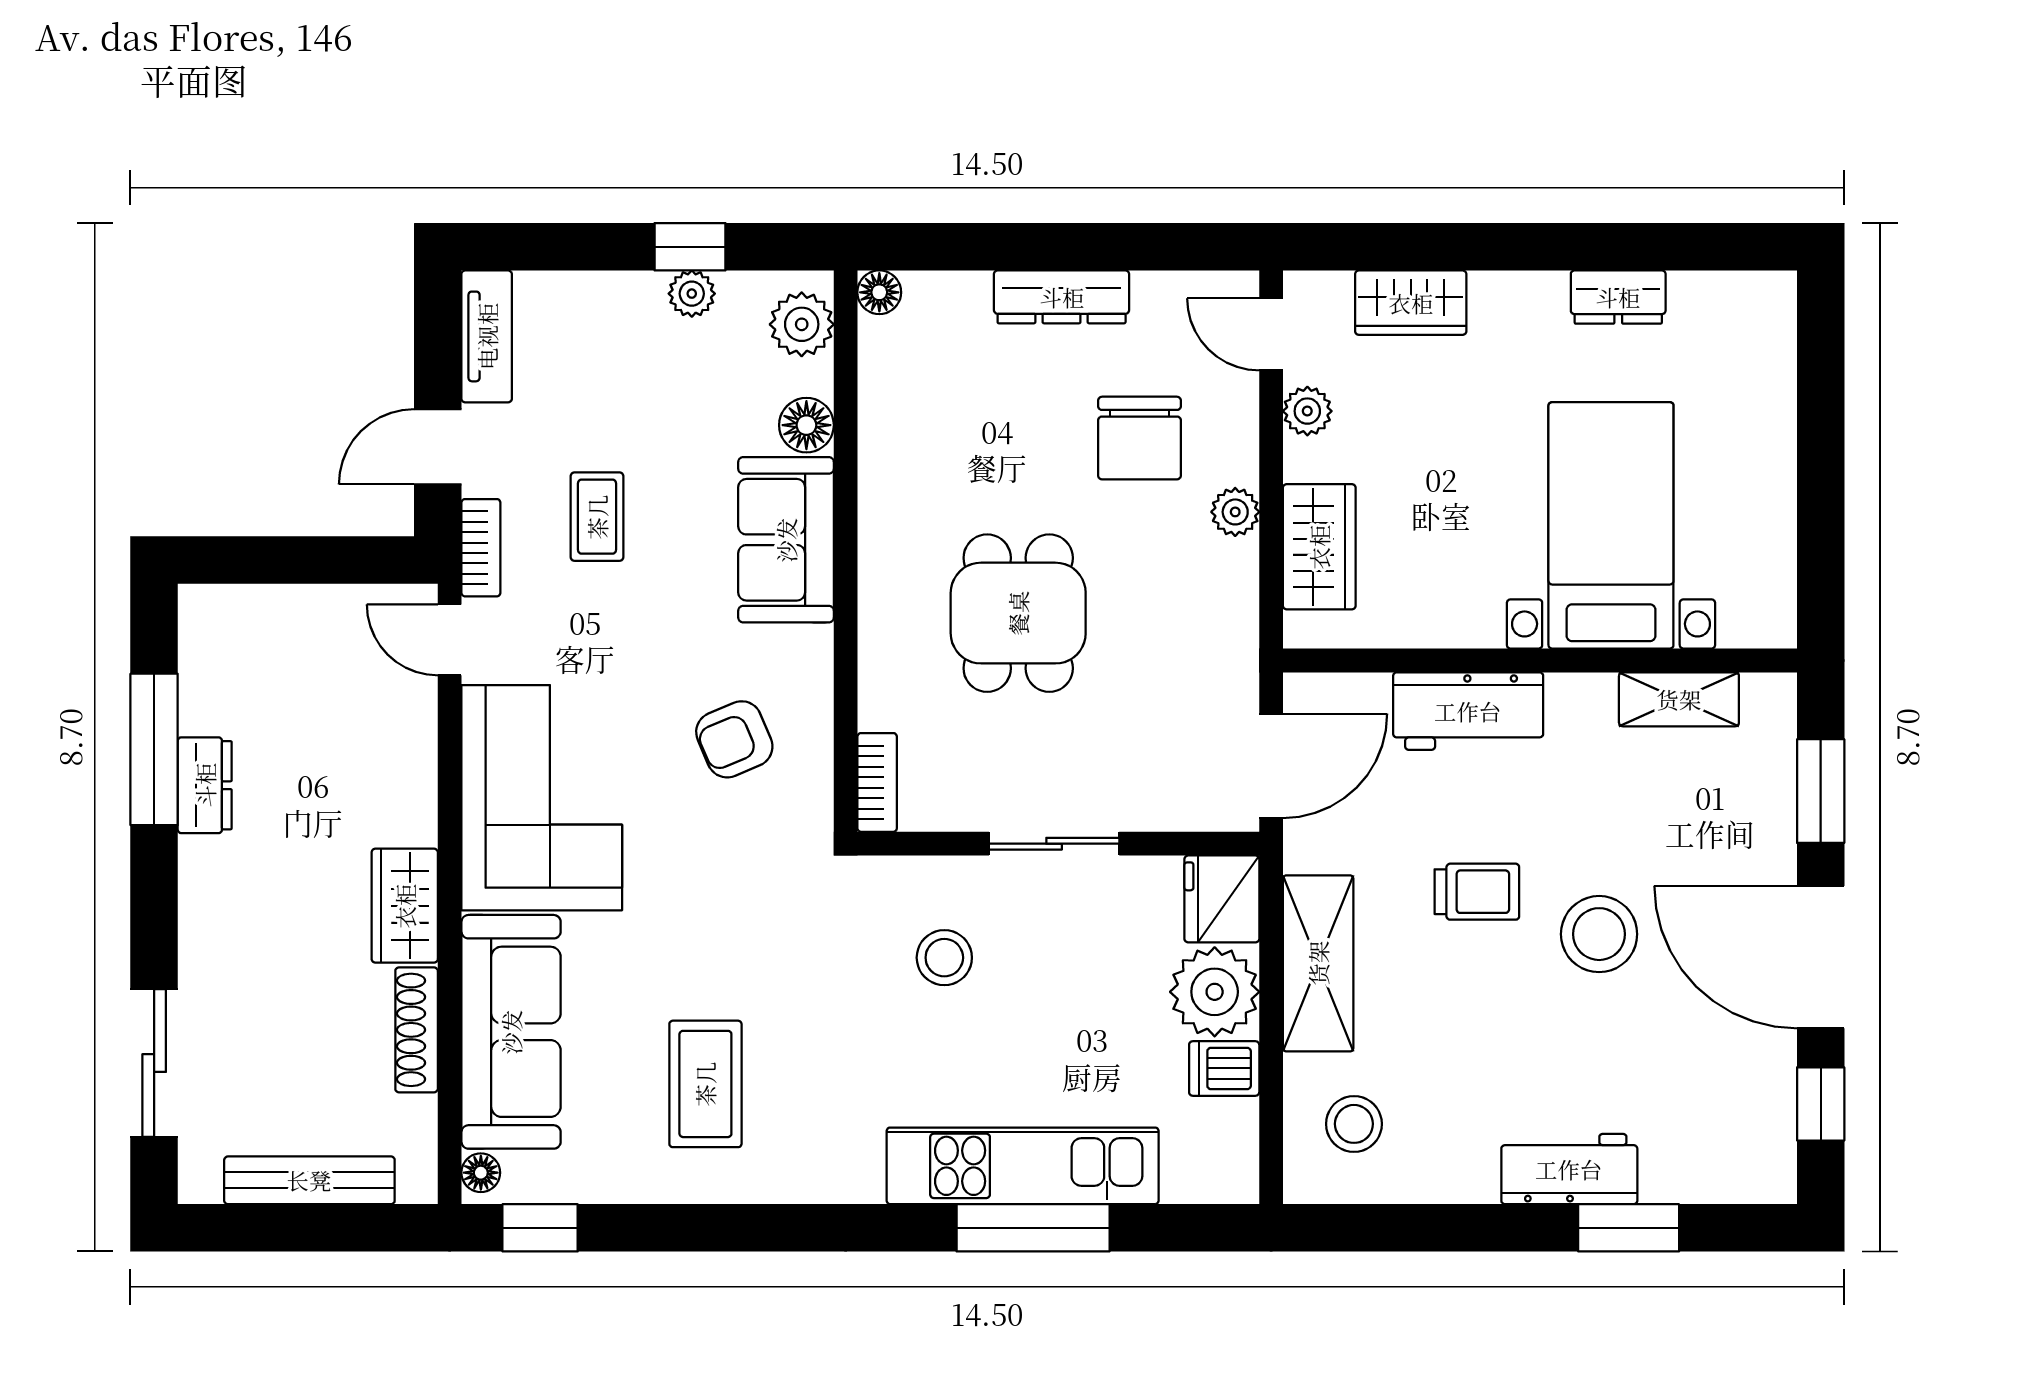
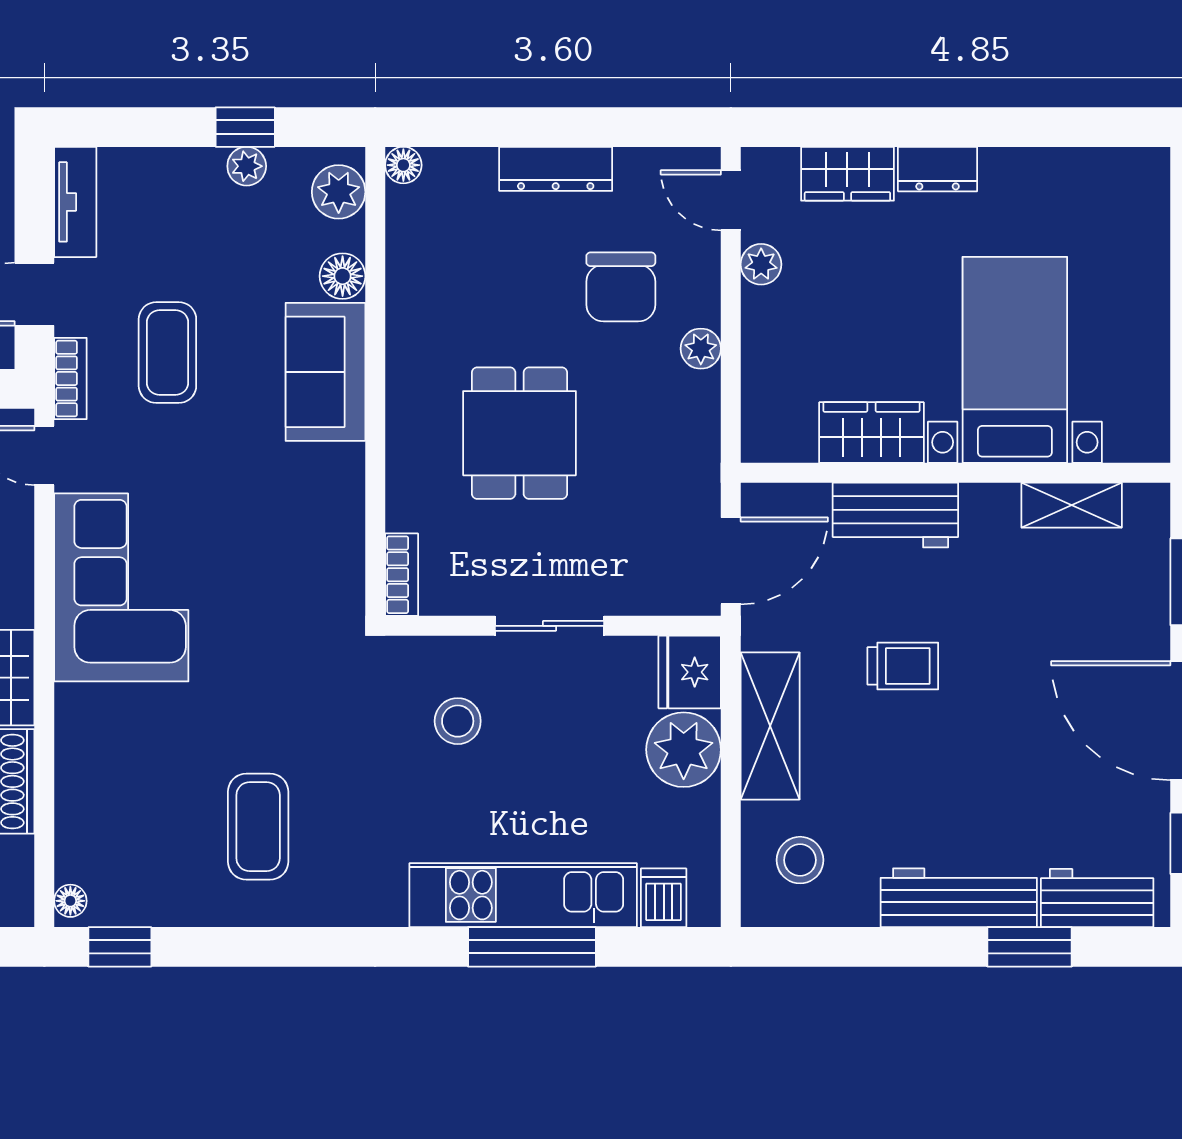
dresser: (1618, 297) -> (938, 169), moved
coffee table: (597, 517) -> (167, 353), width x1.36, depth x1.30
wardrobe: (1319, 547) -> (871, 432), moved, turned -90
armchair: (734, 739) -> (282, 539), removed
stool: (1599, 934) -> (1005, 701), removed
sofa: (511, 1032) -> (96, 783), removed
dishwasher: (1224, 1068) -> (664, 898), moved, turned 90
workbench: (1569, 1169) -> (959, 898), width x1.37
workbench: (1709, 1169) -> (1097, 898), added

